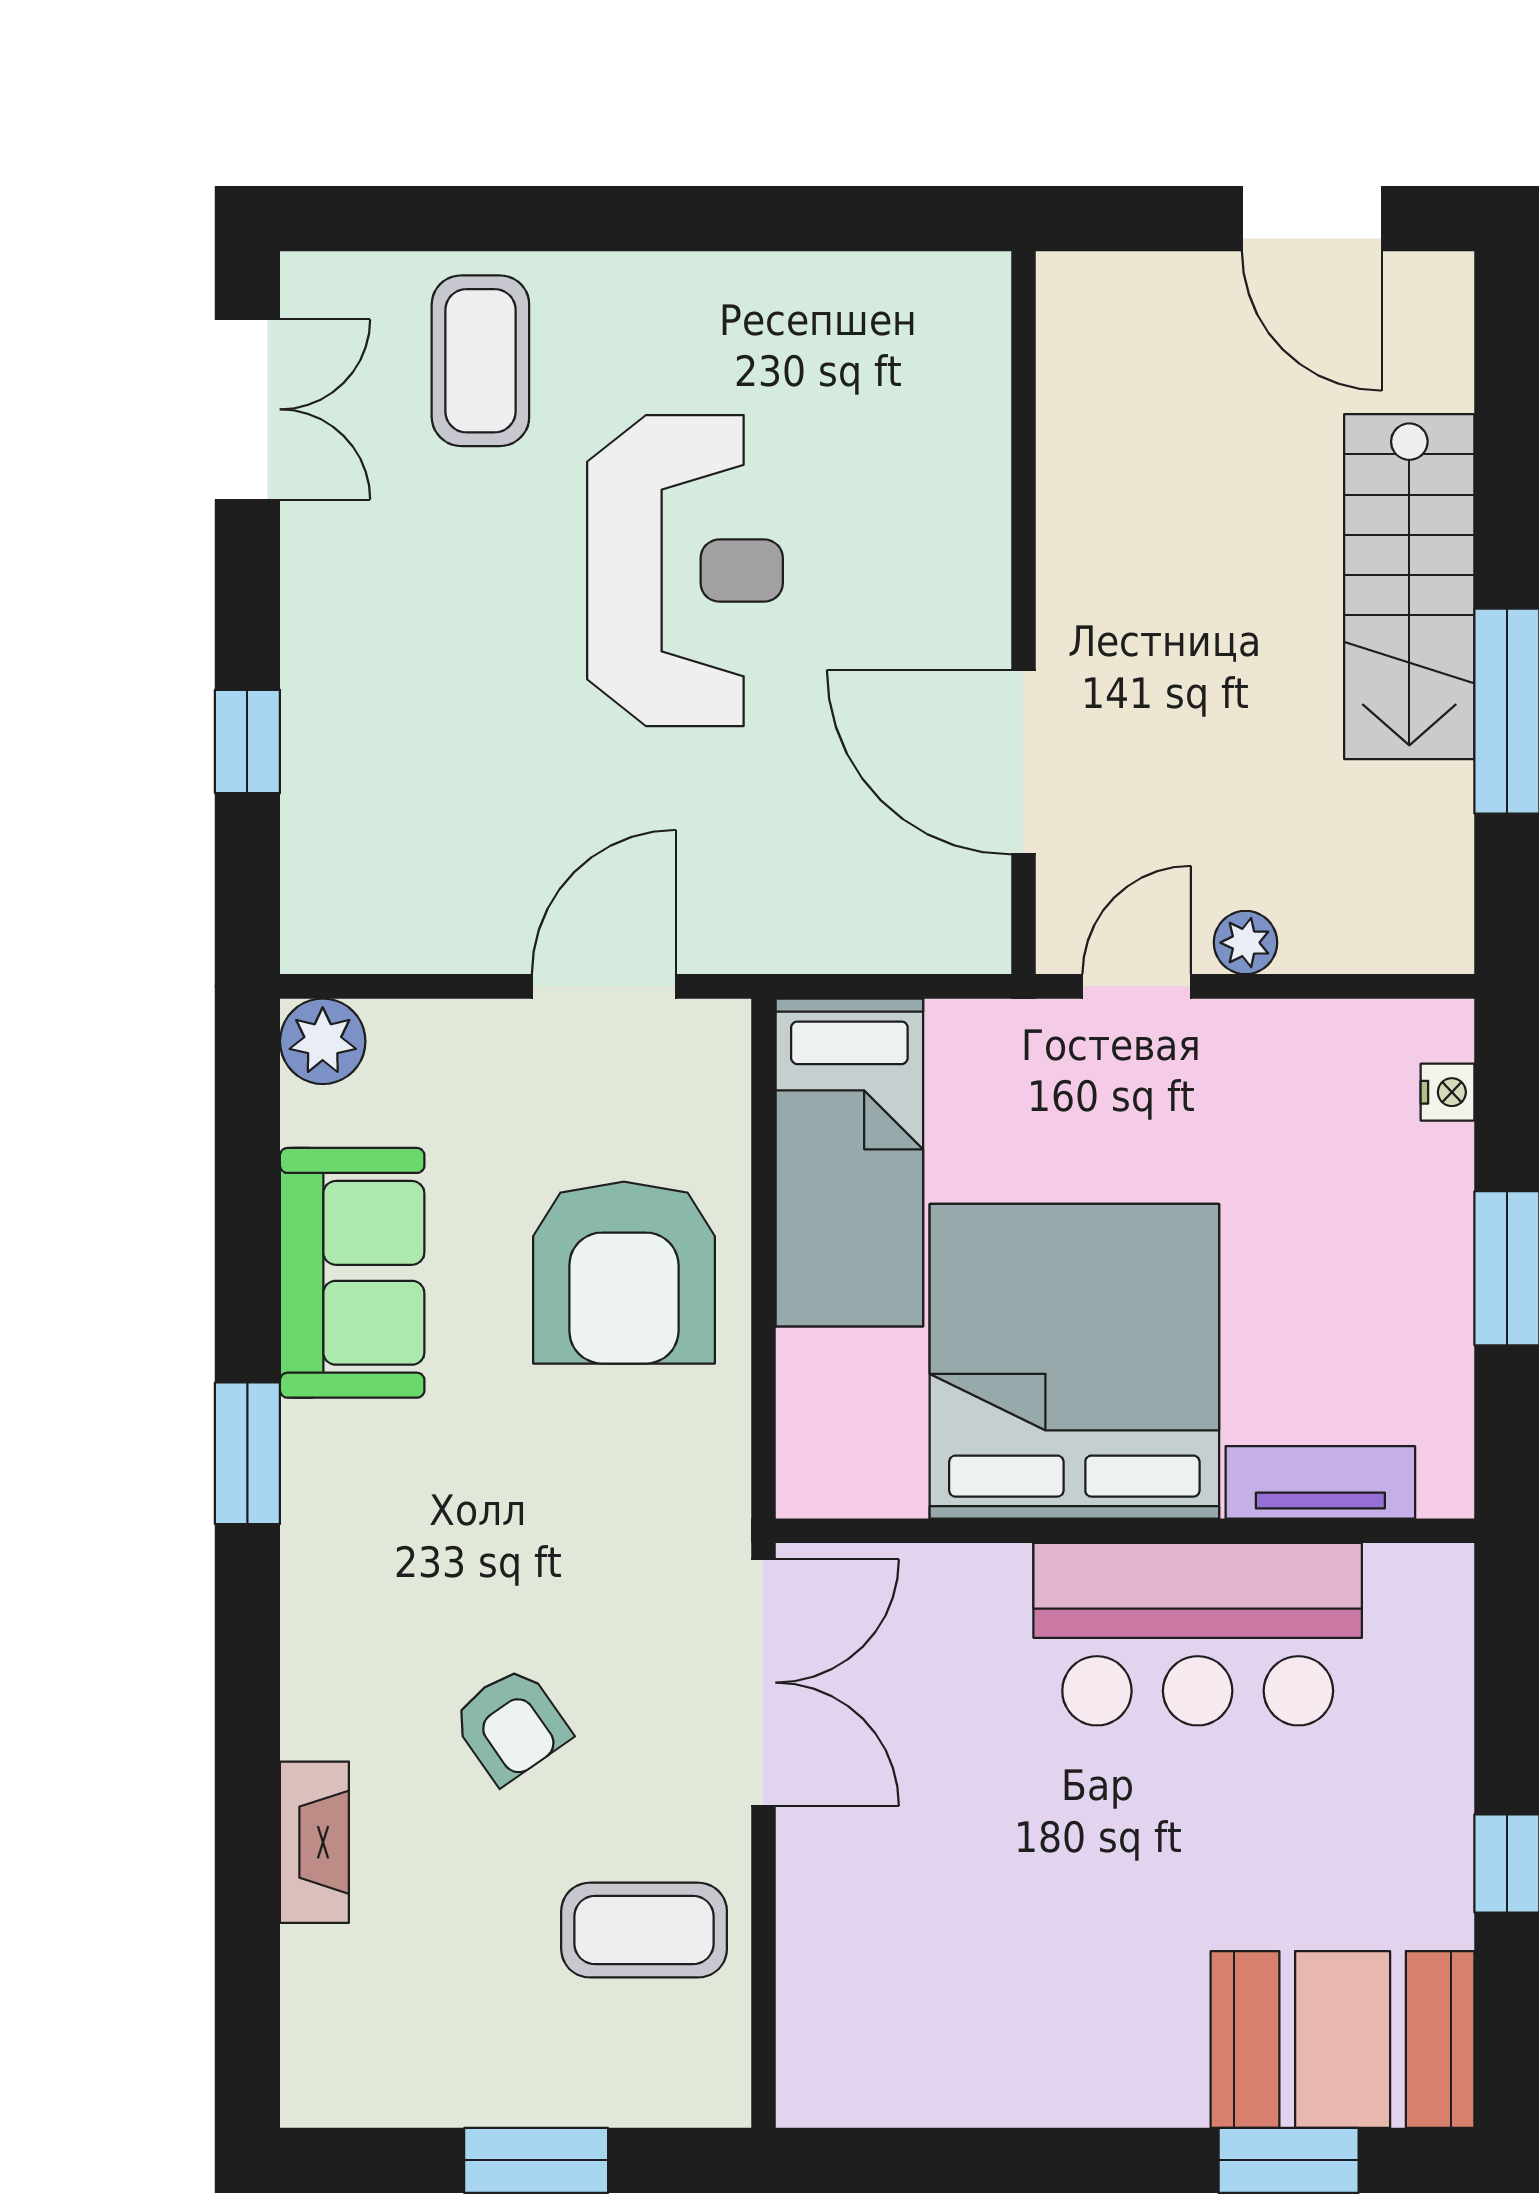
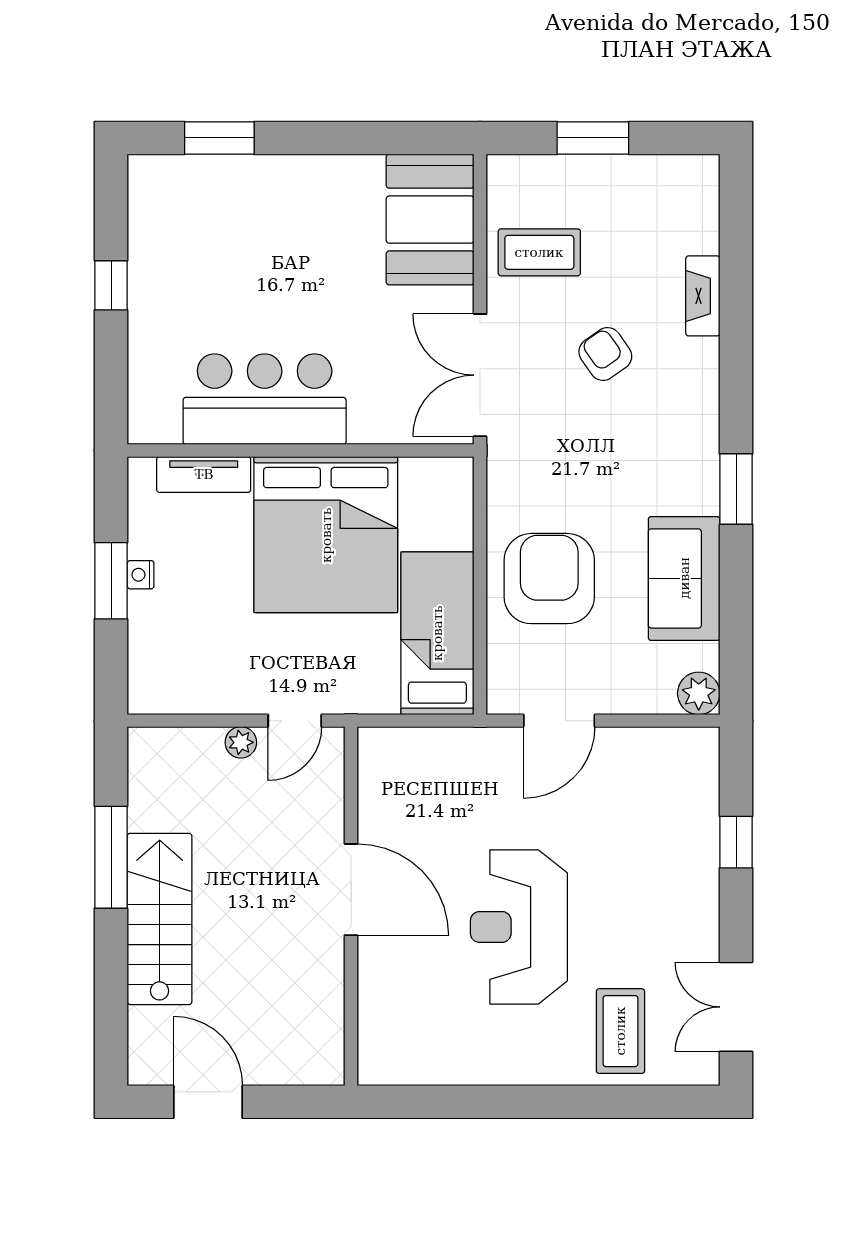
door: (1023, 762) -> (351, 890), moved
nightstand: (1448, 1092) -> (141, 575), moved
booth: (1343, 2040) -> (430, 220), moved, turned 90

